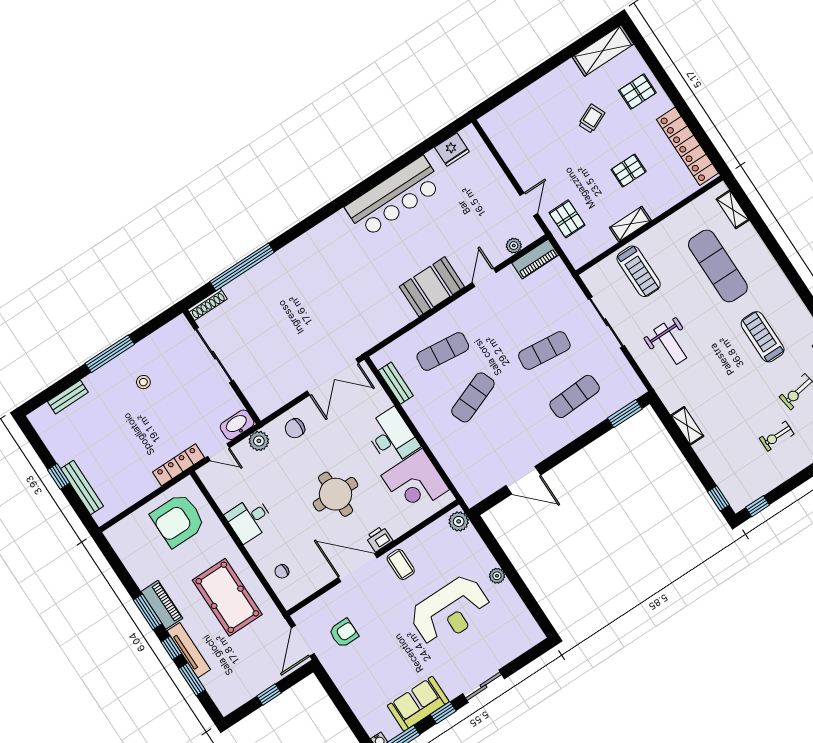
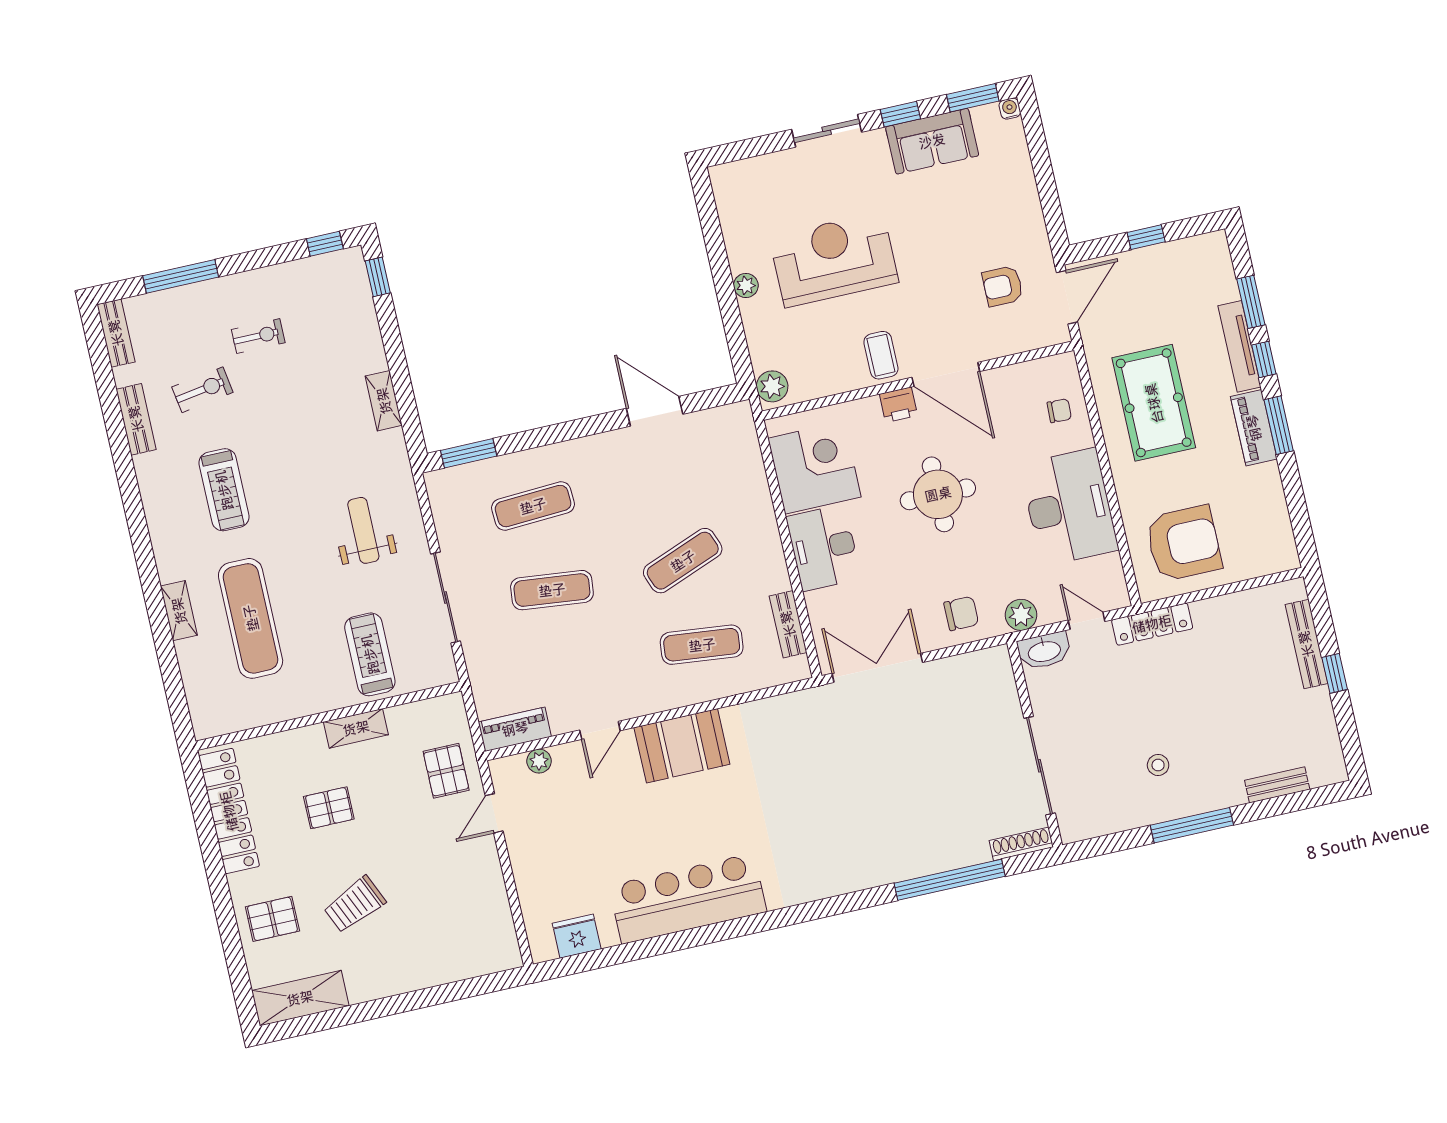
trolley: (592, 119) -> (355, 905), width x1.36, depth x1.39
shelving: (733, 209) -> (179, 611), moved
desk: (250, 519) -> (1069, 507), width x1.87, depth x1.30

